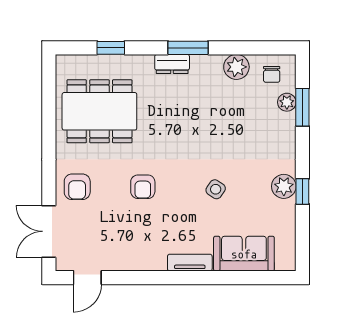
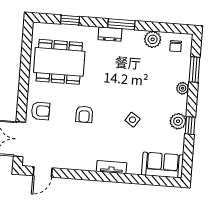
plant: (287, 102) -> (183, 88), moved
armchair: (77, 187) -> (41, 111), turned -90
sofa: (244, 254) -> (163, 165), moved

